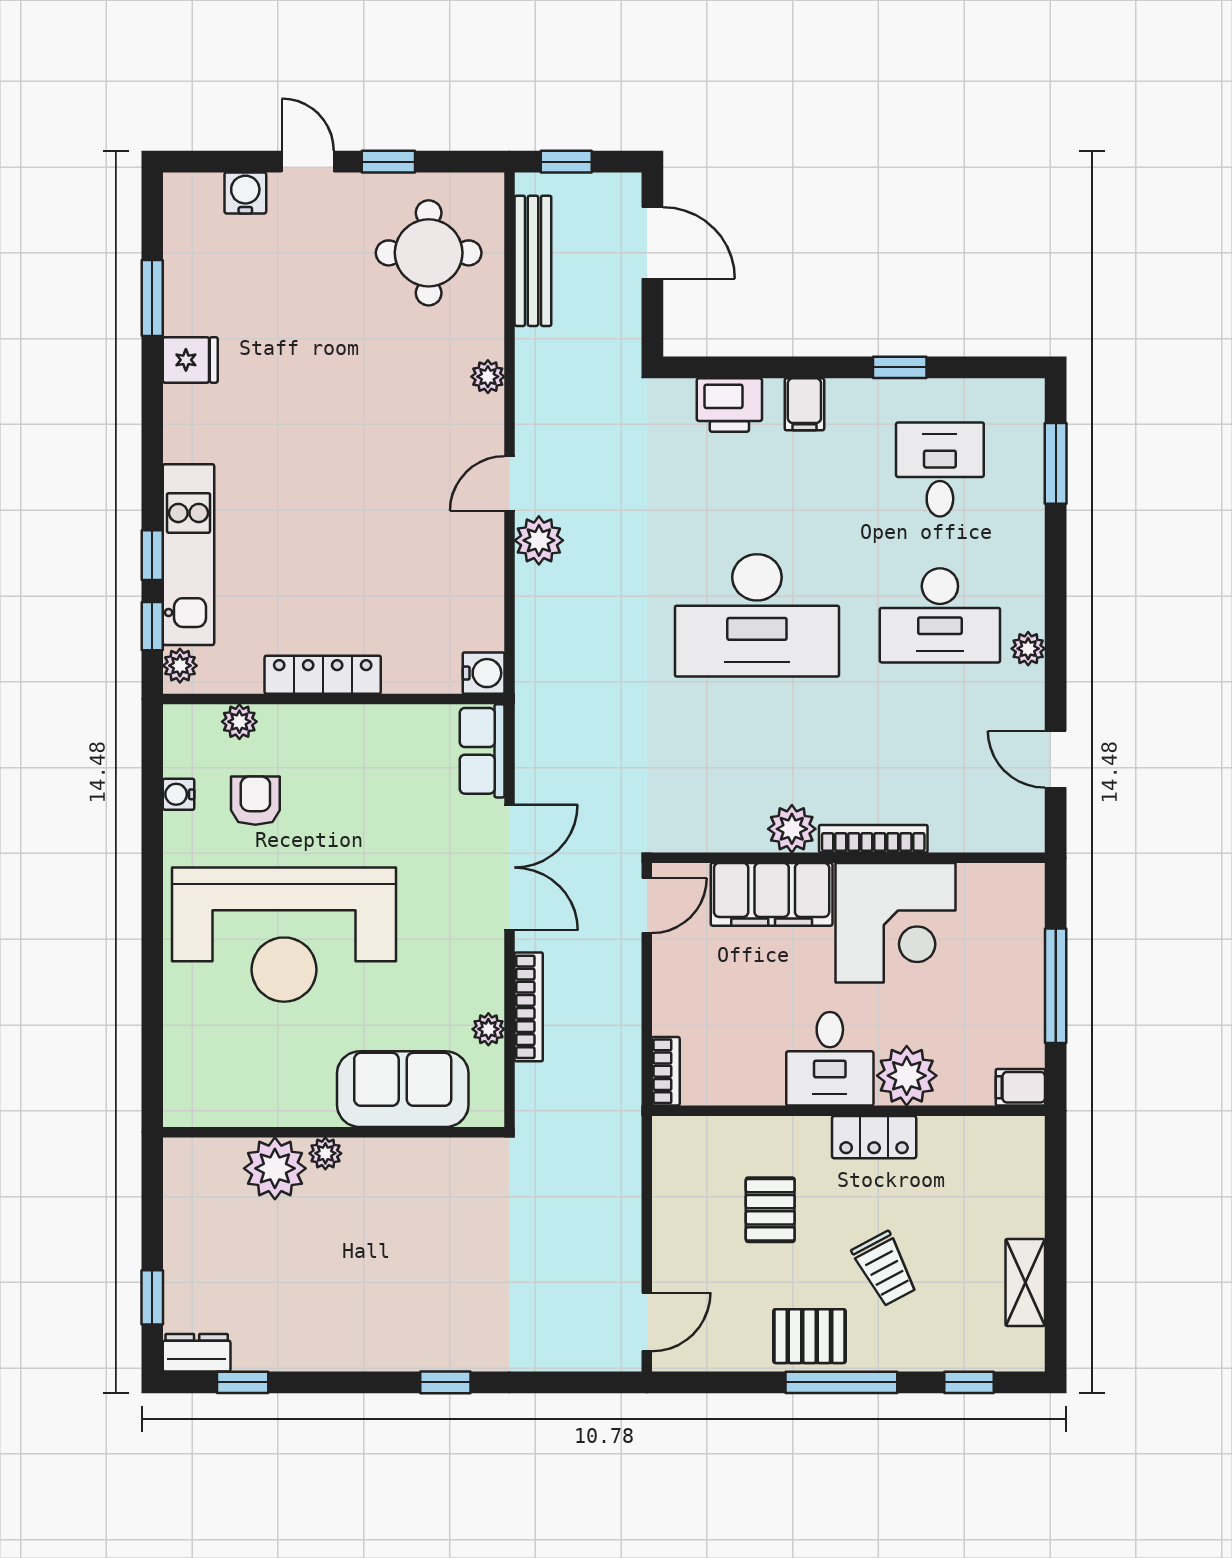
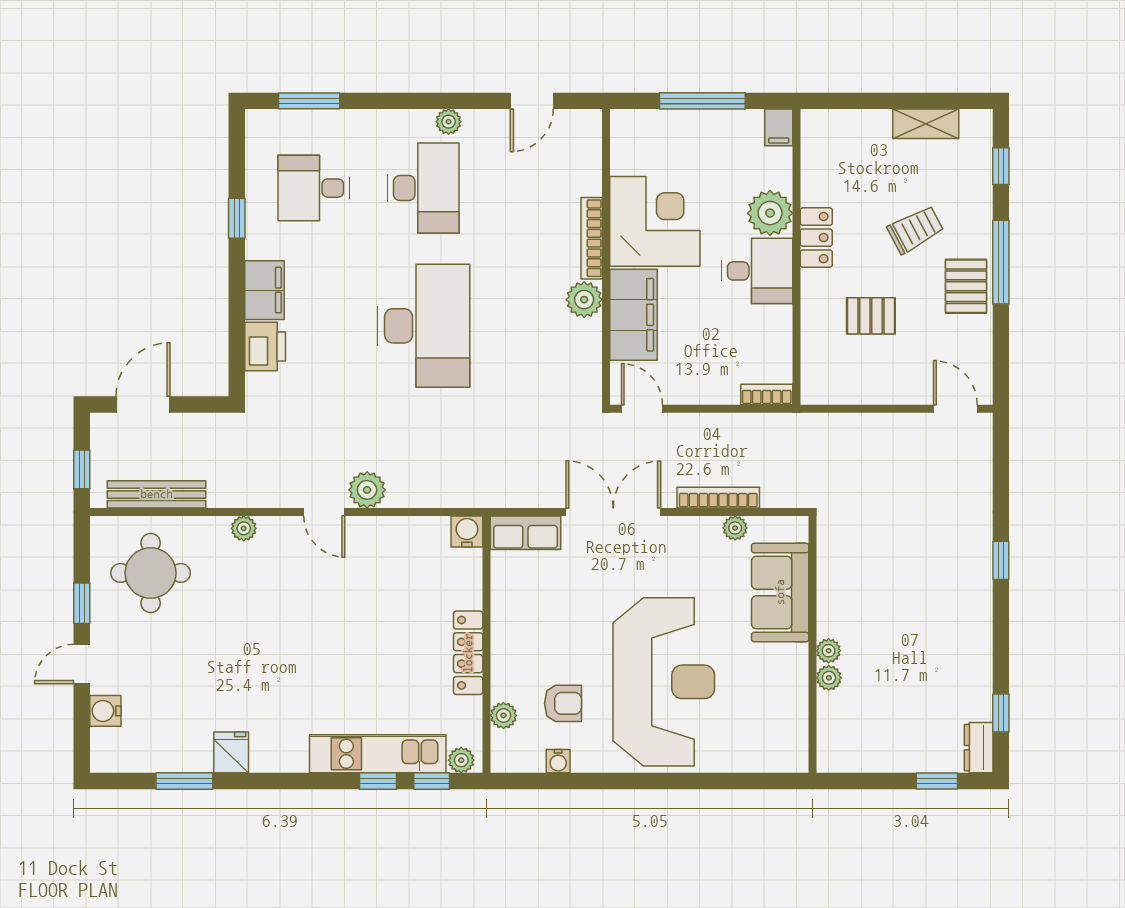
filing cabinet: (804, 404) -> (265, 290), width x2.00
armchair: (255, 801) -> (563, 703), turned 180
plant: (275, 1168) -> (829, 678), width x0.53, depth x0.53

